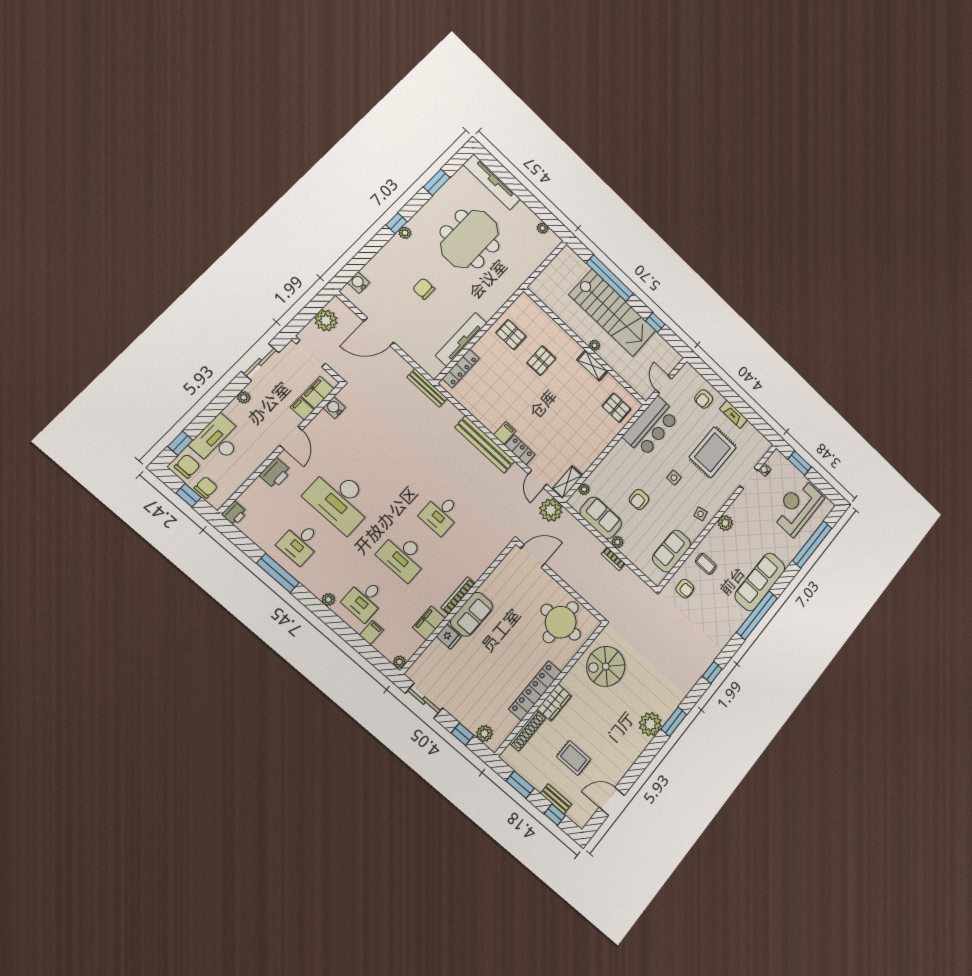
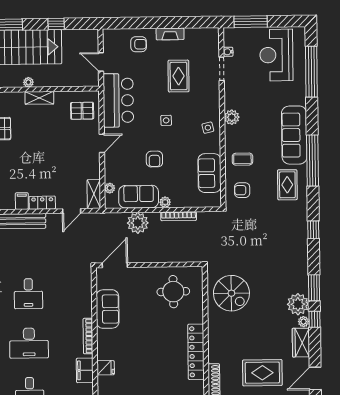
armchair: (704, 399) -> (139, 44), turned -90
door: (609, 448) -> (102, 143), added
rug: (713, 452) -> (179, 76), width x0.73, depth x0.70
window: (800, 463) -> (251, 22), width x1.44
door: (537, 479) -> (72, 211), hinge flipped
plant: (551, 510) -> (138, 223), moved
bookcase: (613, 559) -> (179, 216), width x1.56
armchair: (685, 589) -> (242, 190), turned 180
sofa: (472, 614) -> (108, 309), moved
rug: (723, 617) -> (287, 185), added
round table: (561, 622) -> (173, 292), width x0.73, depth x0.73
spiral stairs: (606, 666) -> (231, 293), turned -90
wardrobe: (554, 702) -> (301, 343), moved, turned 180
plant: (643, 743) -> (304, 322), added
window: (653, 749) -> (314, 319), added
rug: (574, 758) -> (262, 373), width x1.36, depth x1.43

